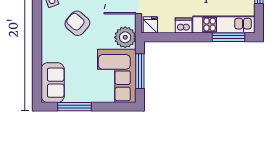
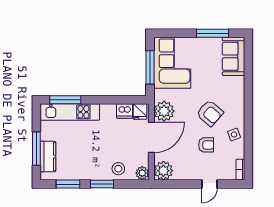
dishwasher: (184, 26) -> (125, 111), moved
plant: (125, 37) -> (164, 111), moved

